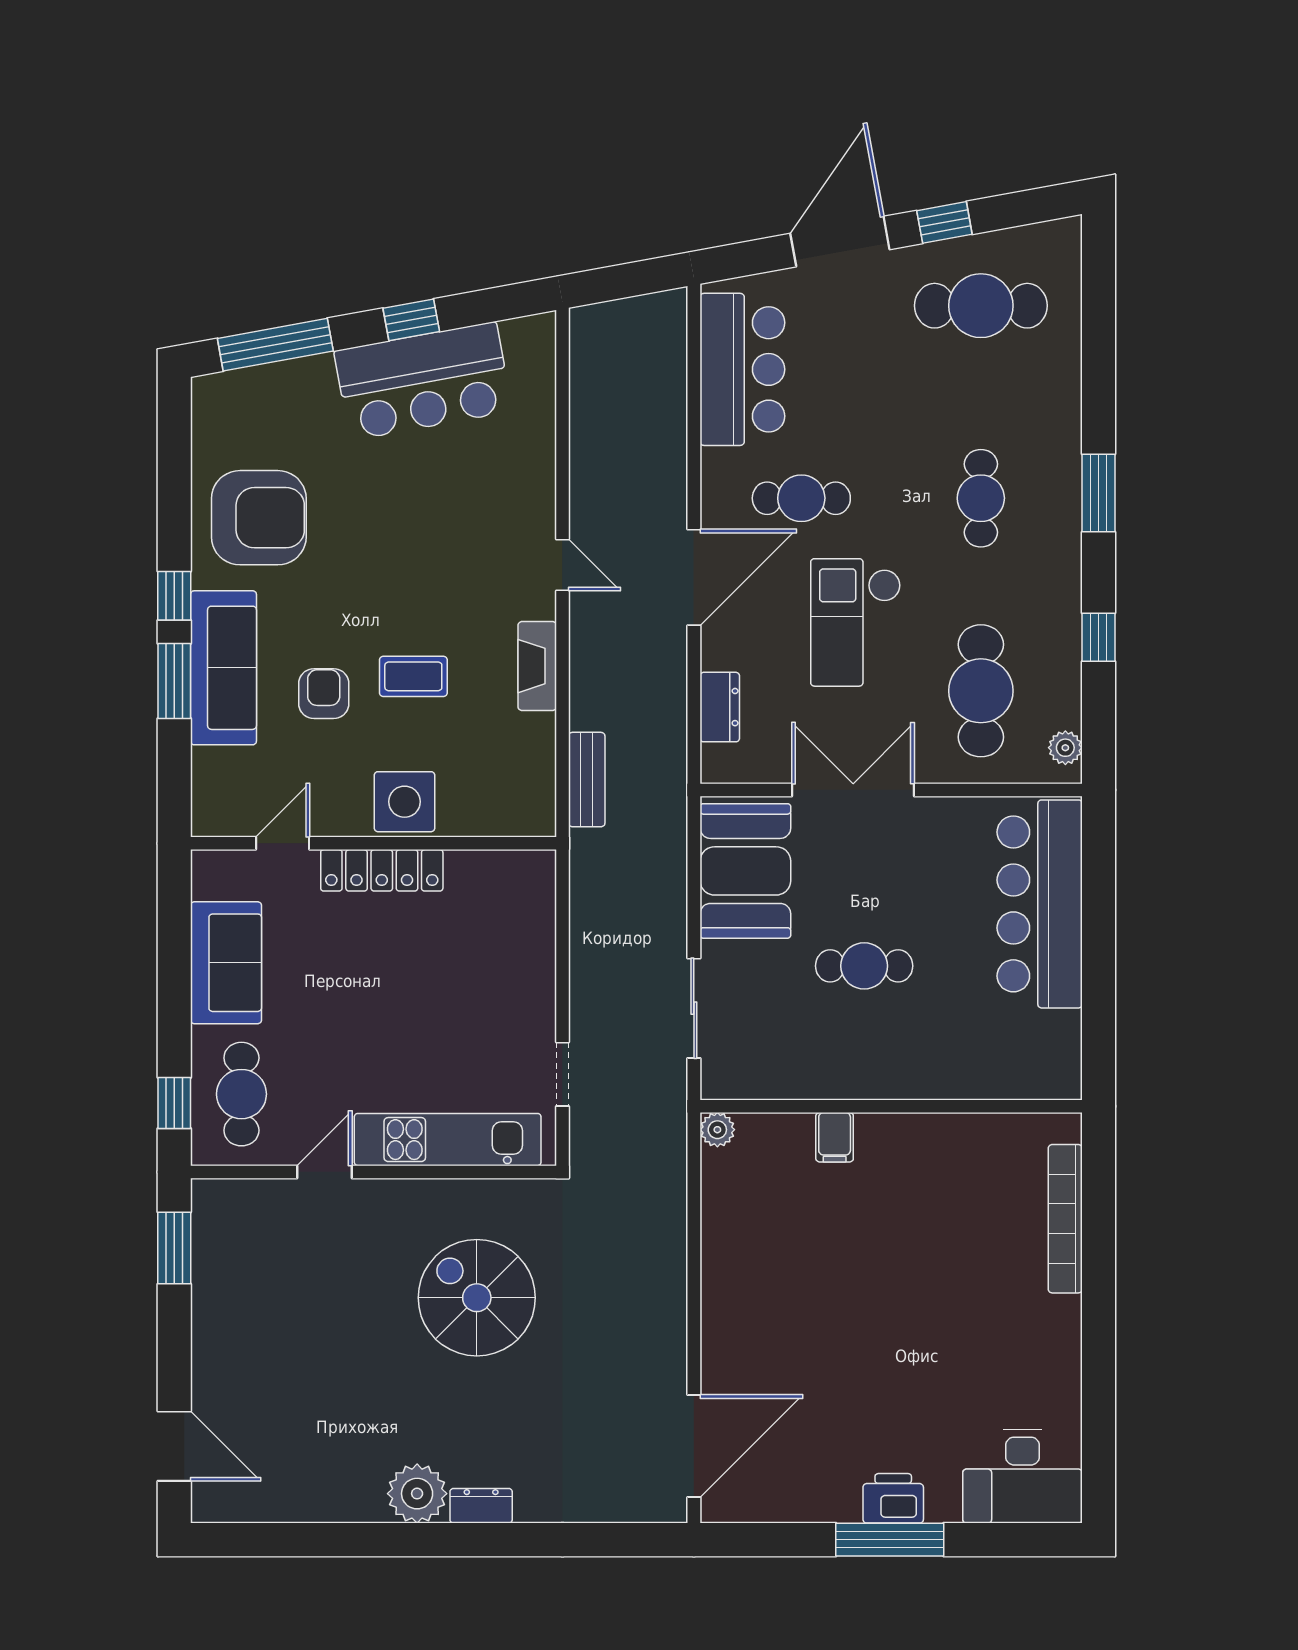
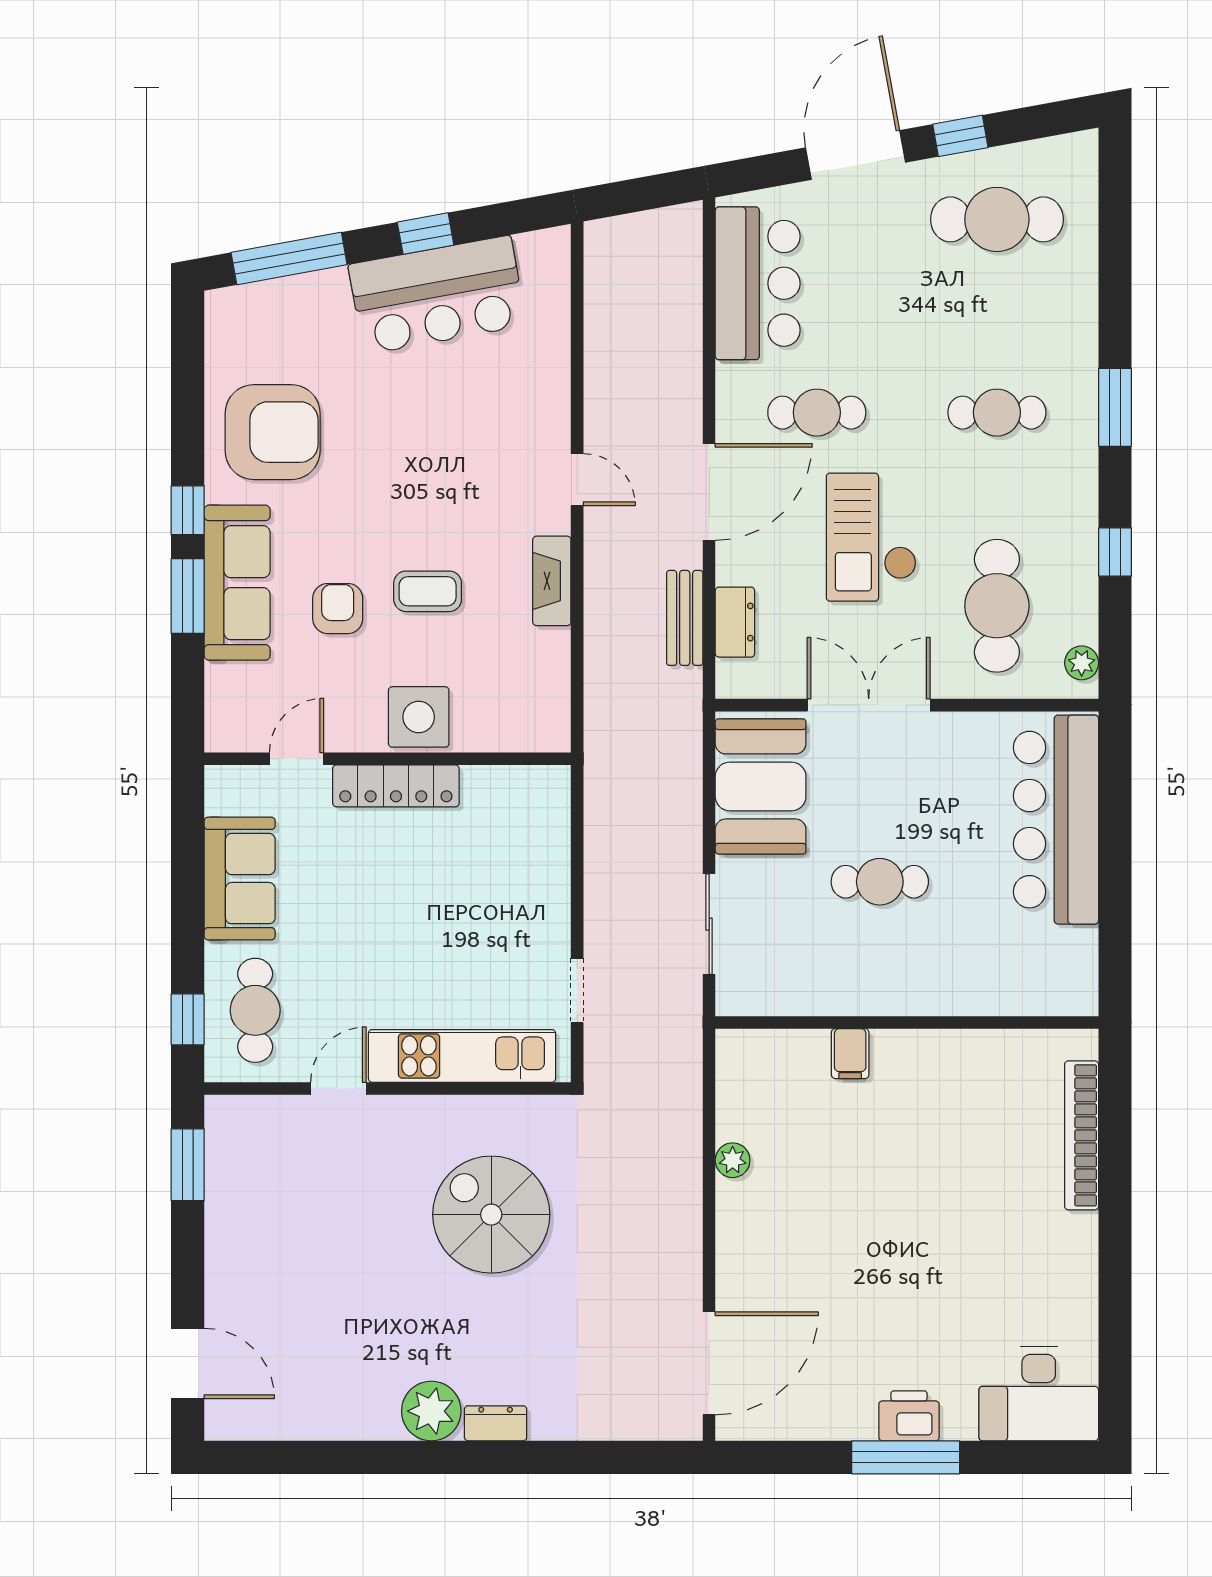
cafe table: (981, 498) -> (997, 413), turned 90
bench: (587, 780) -> (685, 618), moved
plant: (717, 1130) -> (733, 1160), moved

